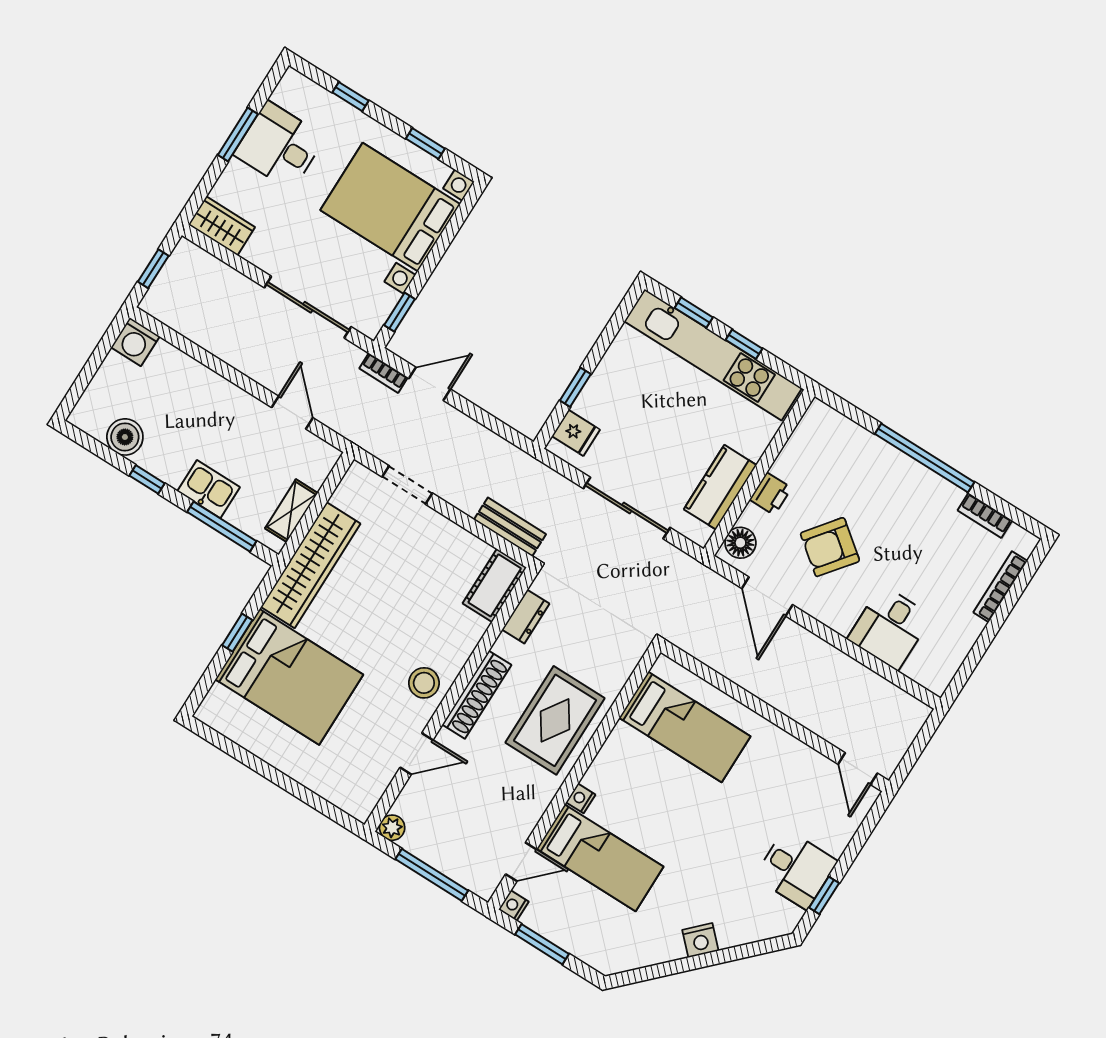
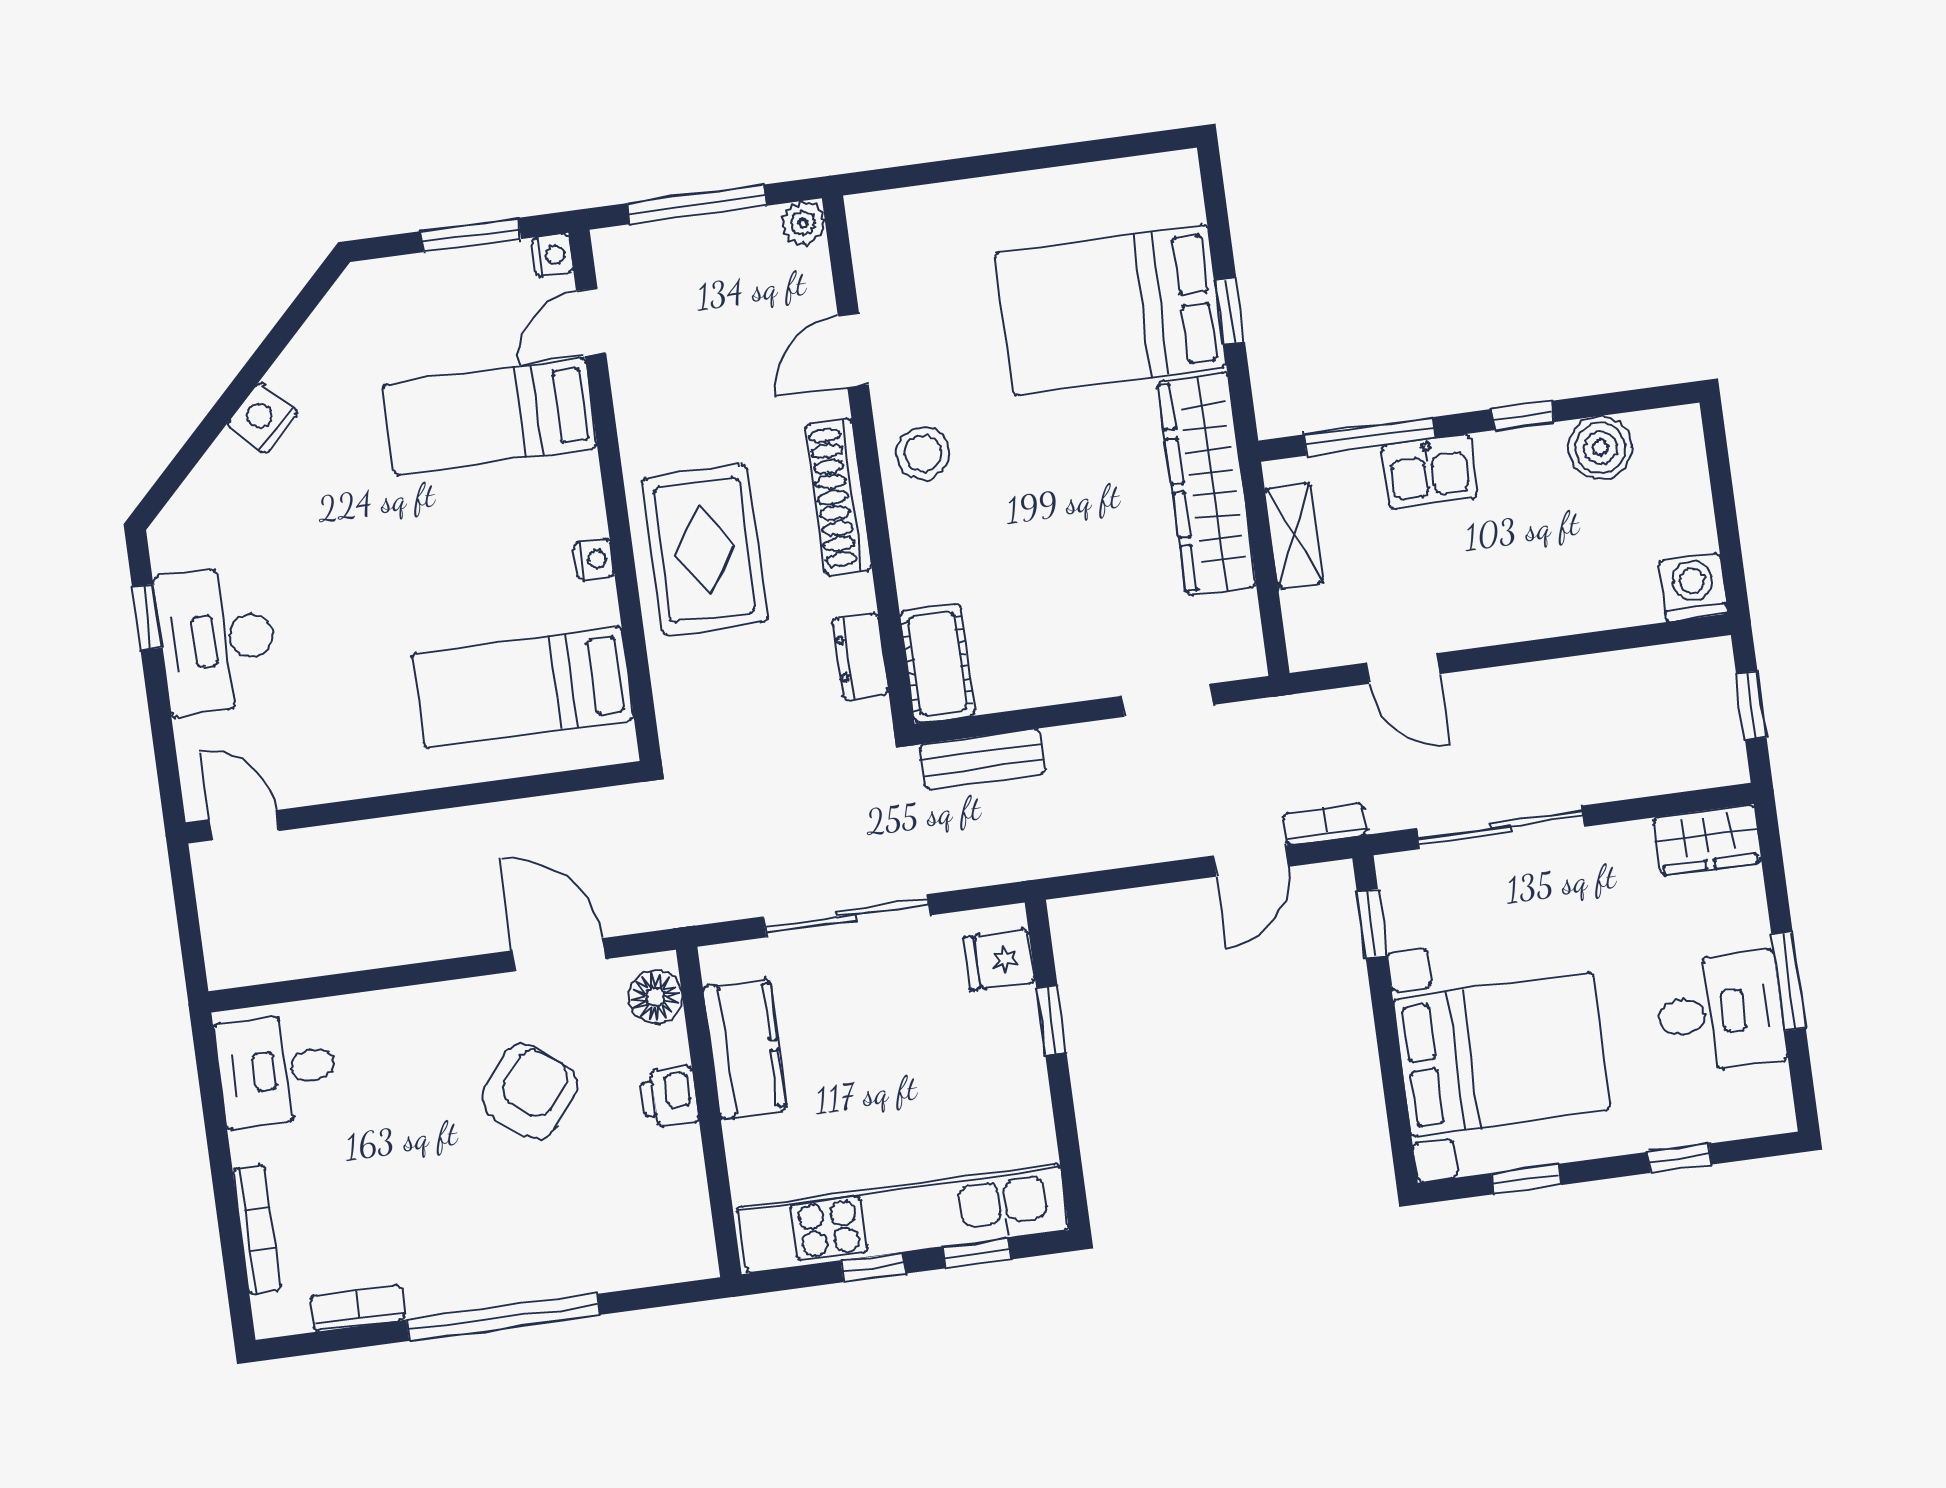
desk: (890, 627) -> (277, 1070), moved, turned -90
nightstand: (581, 798) -> (594, 560), moved
desk: (796, 869) -> (217, 640), width x1.37

